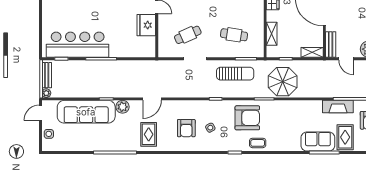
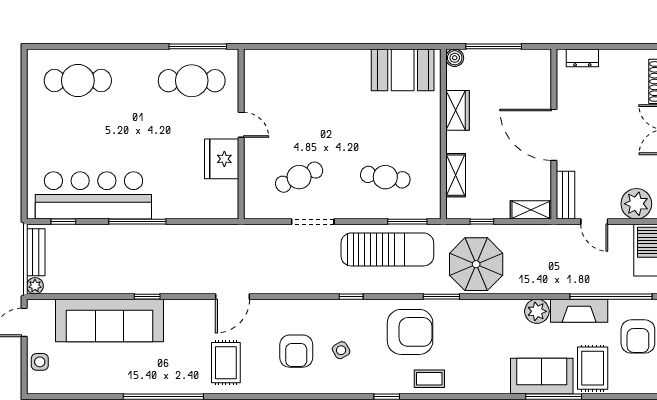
sun lounger: (235, 74) -> (387, 249), width x1.36, depth x1.34
plant: (123, 107) -> (537, 311), moved

